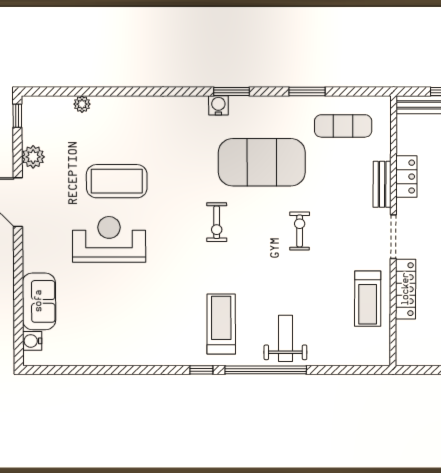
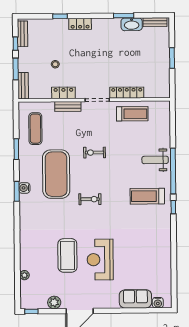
water cooler: (218, 105) -> (24, 188), moved

